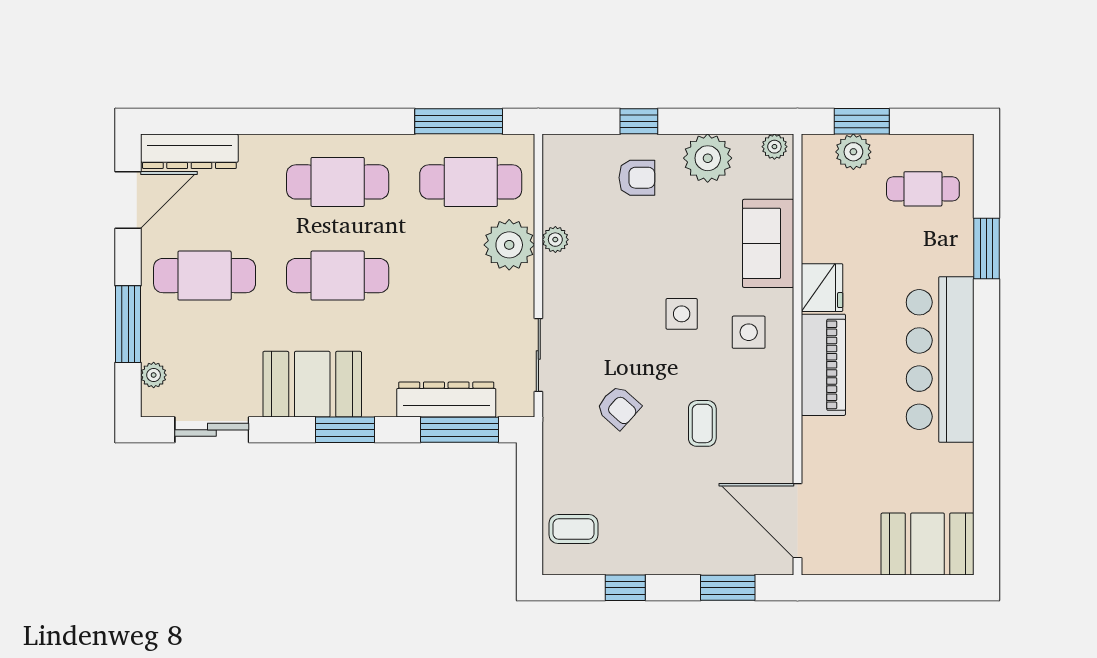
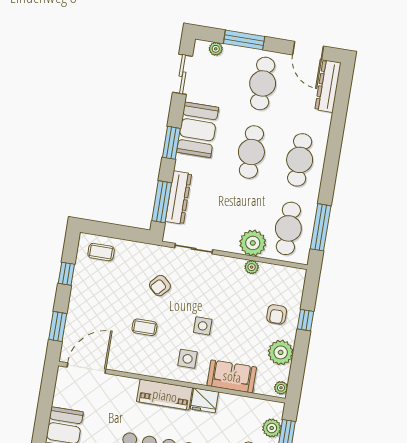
coffee table: (573, 529) -> (101, 252), turned 90

